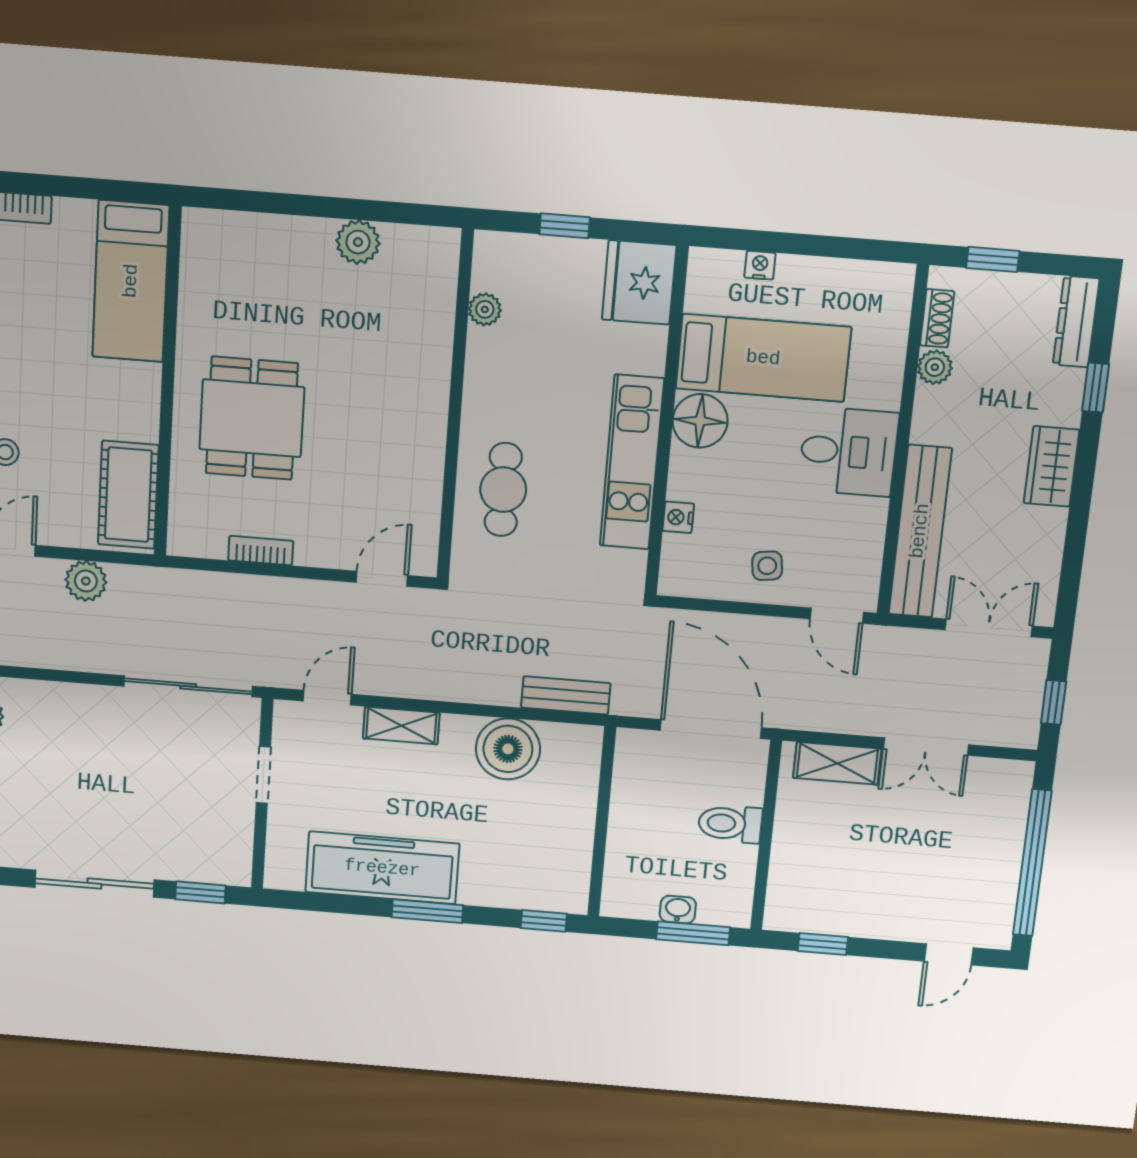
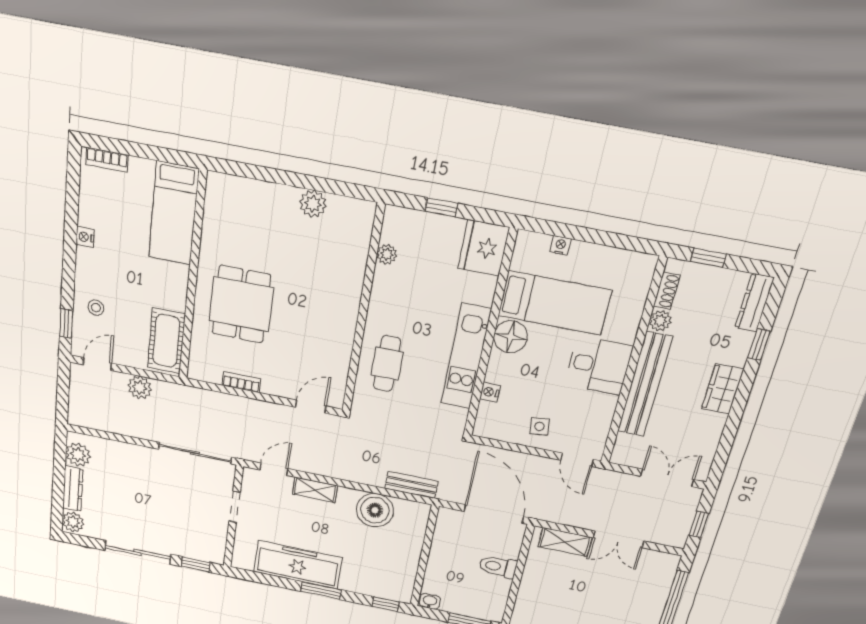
bench: (920, 531) -> (645, 384), moved
washbasin: (678, 909) -> (430, 601), moved

